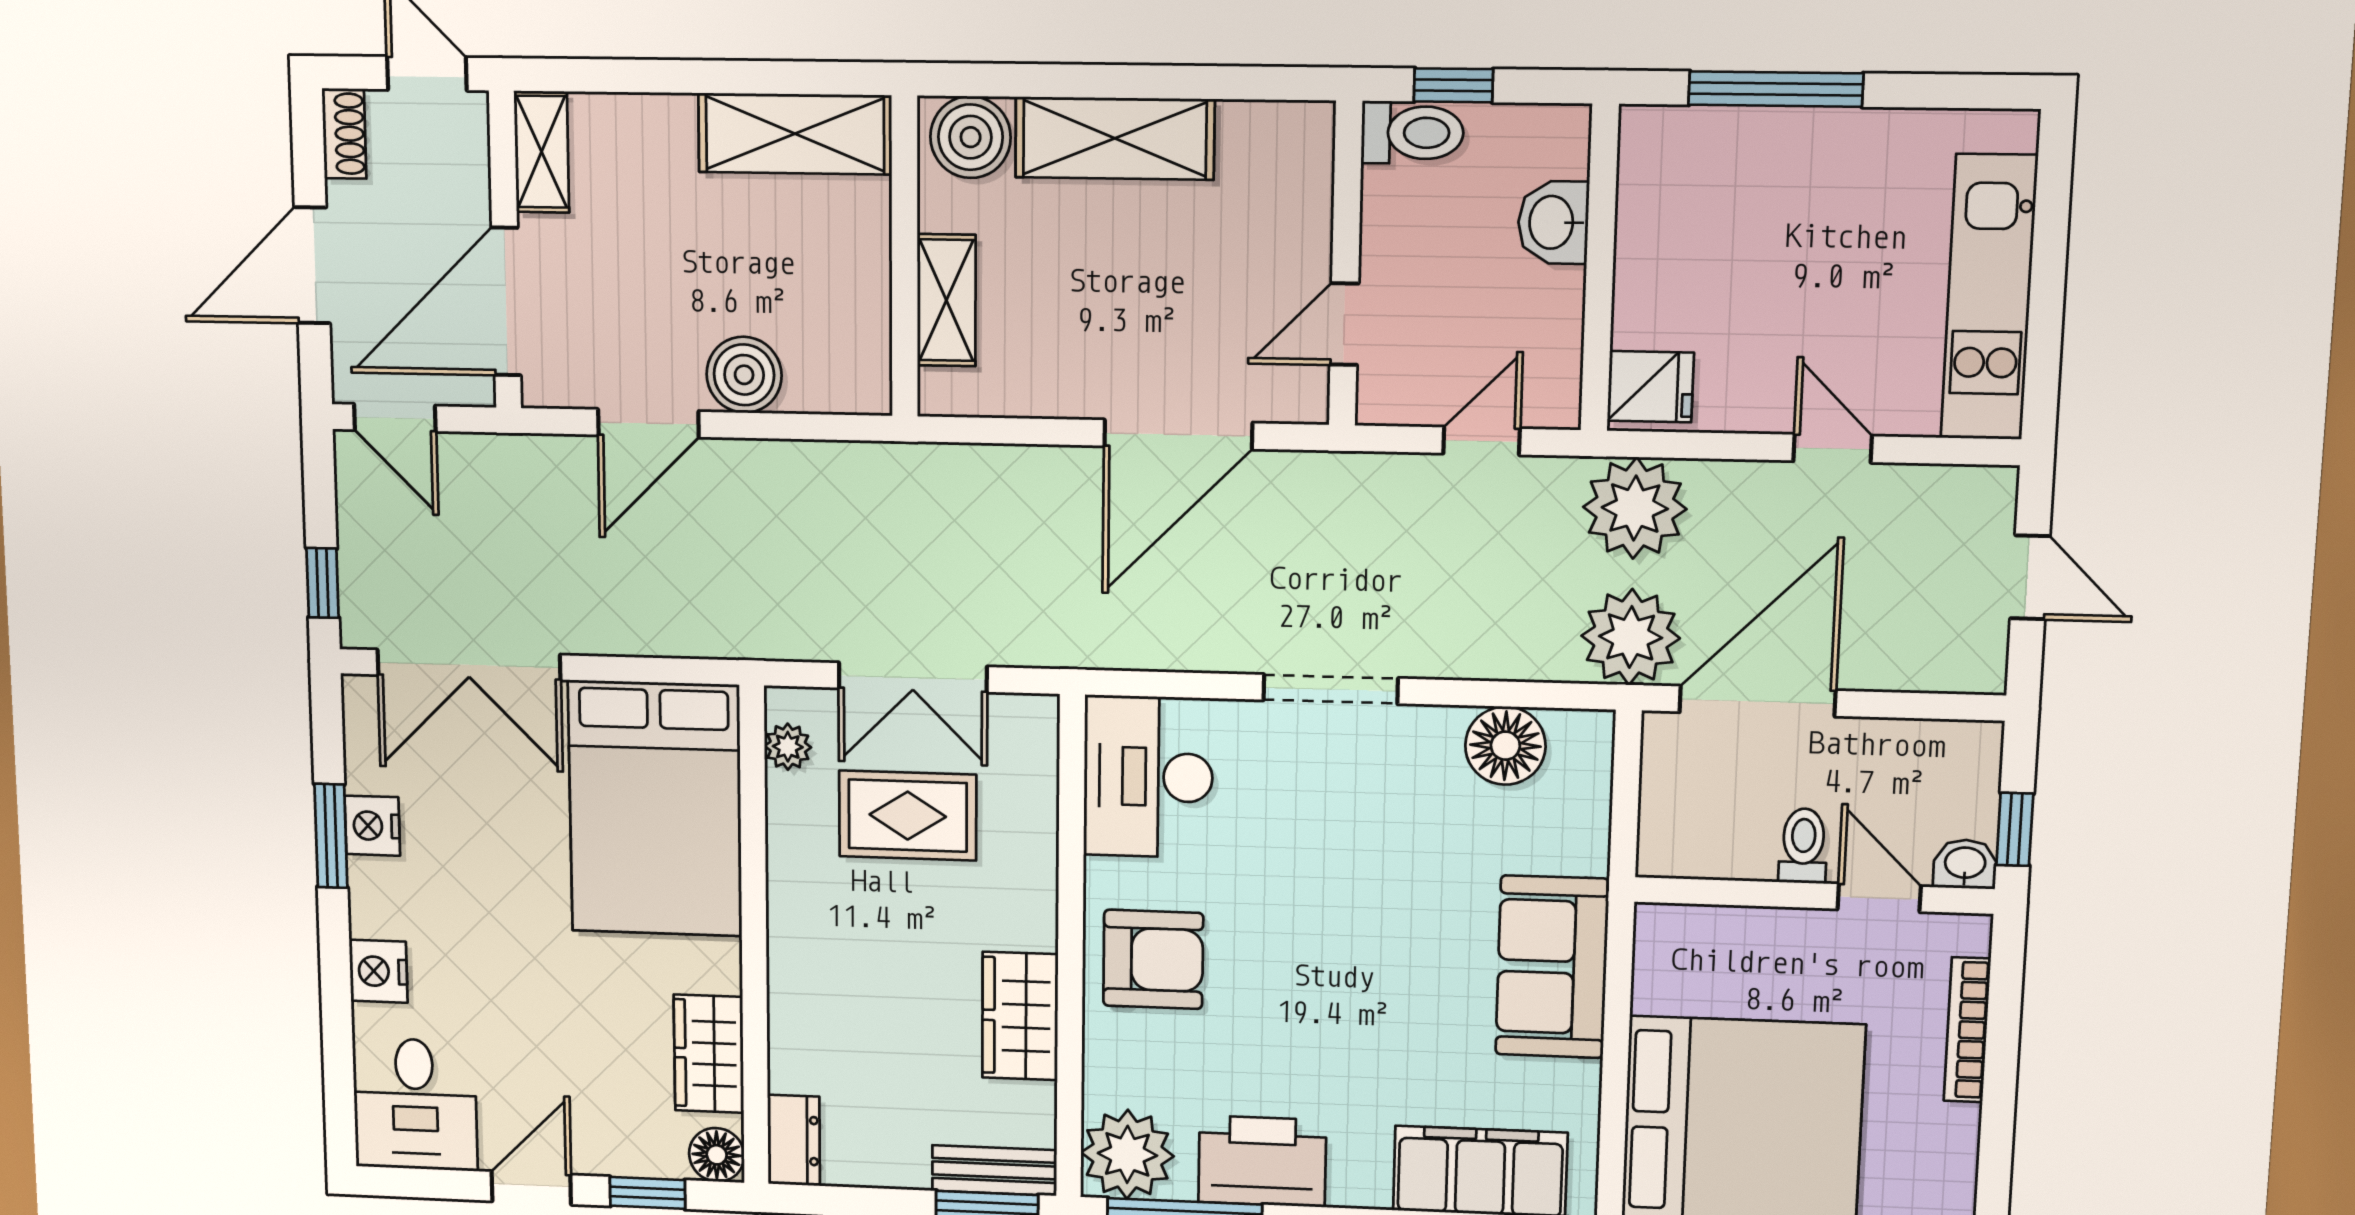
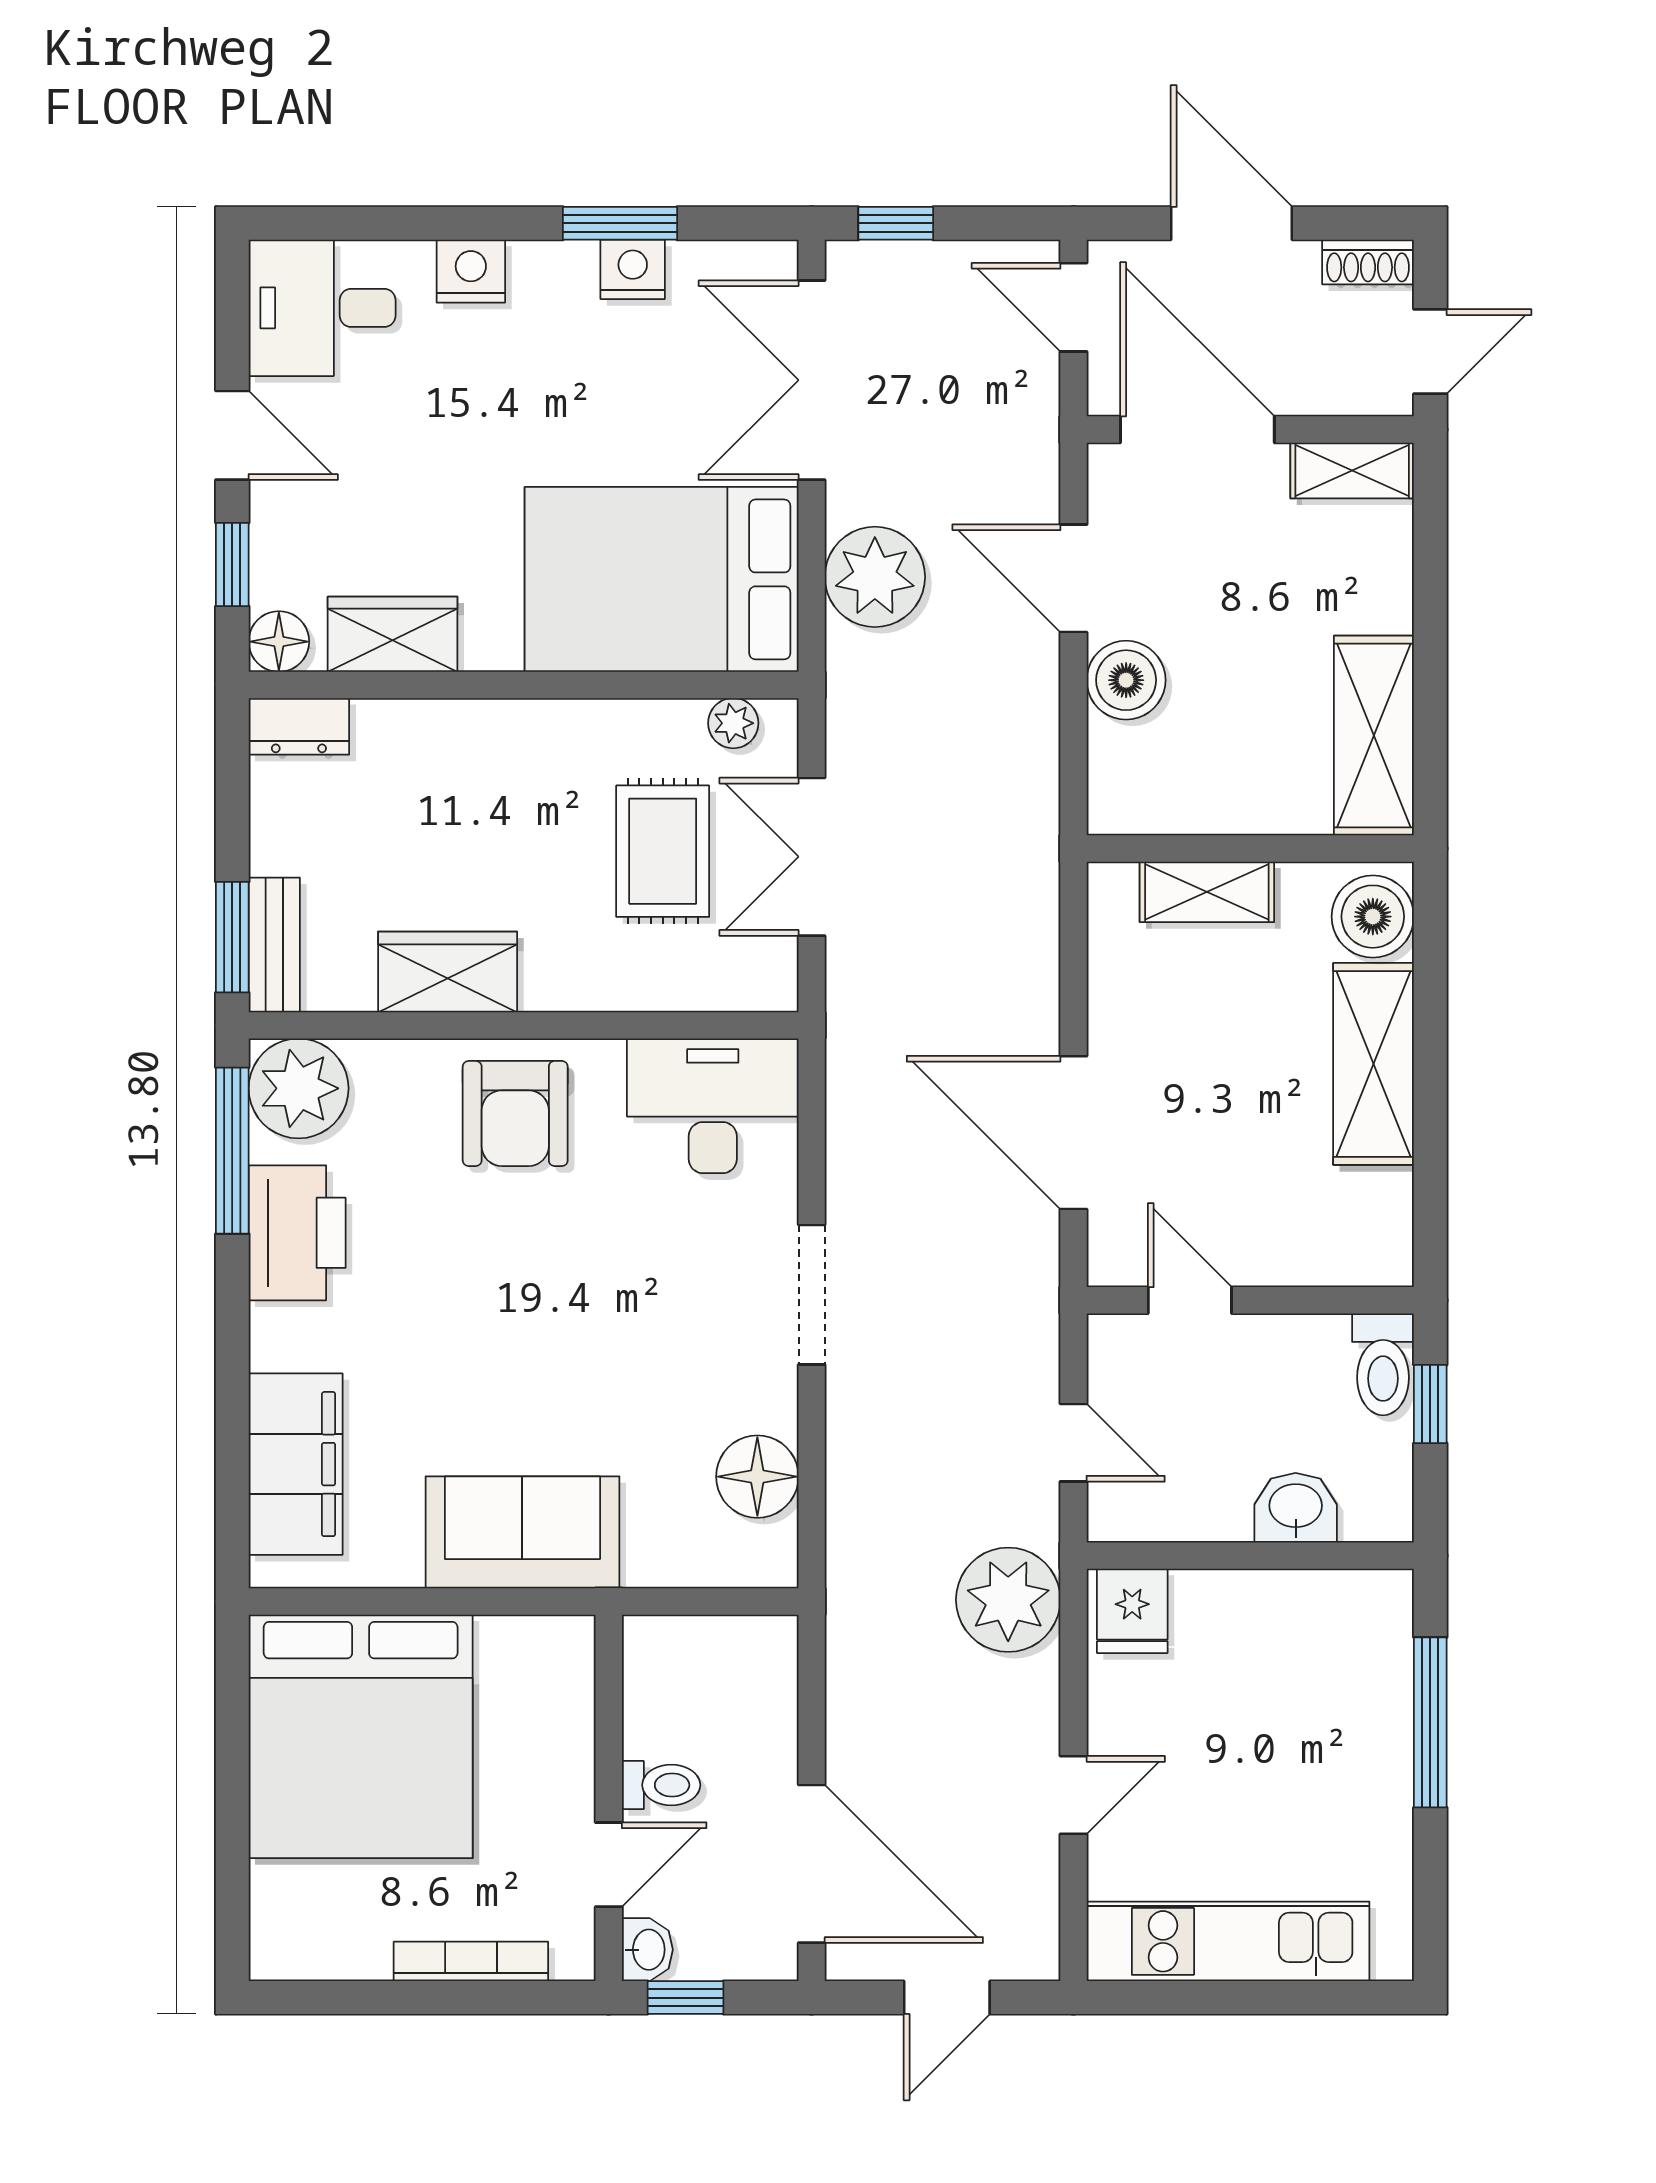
door: (395, 418) -> (1073, 307), hinge flipped
plant: (1631, 637) -> (875, 577), moved
door: (1757, 701) -> (812, 1864), moved

